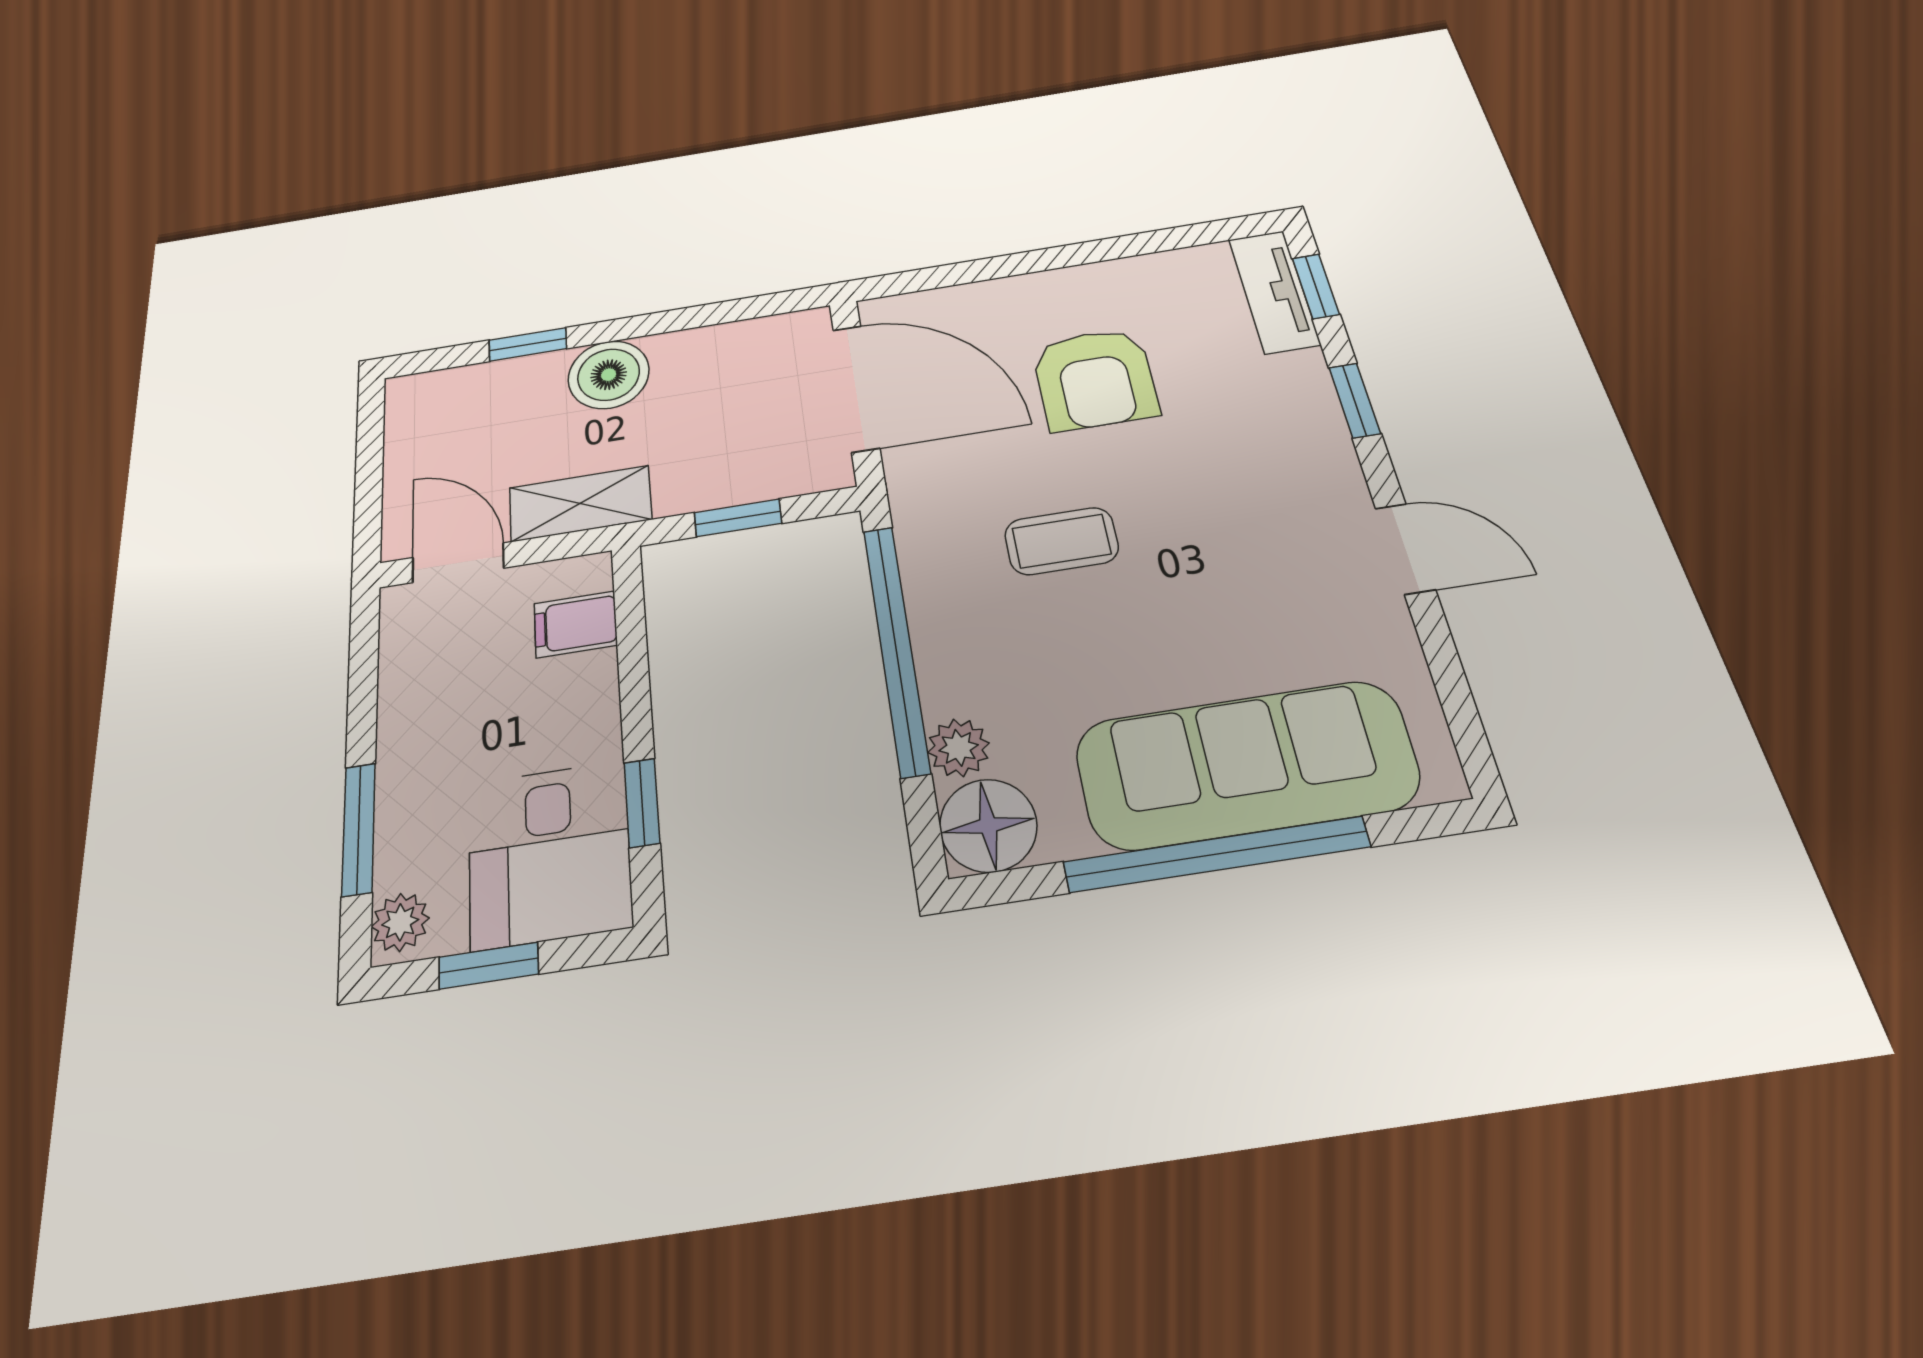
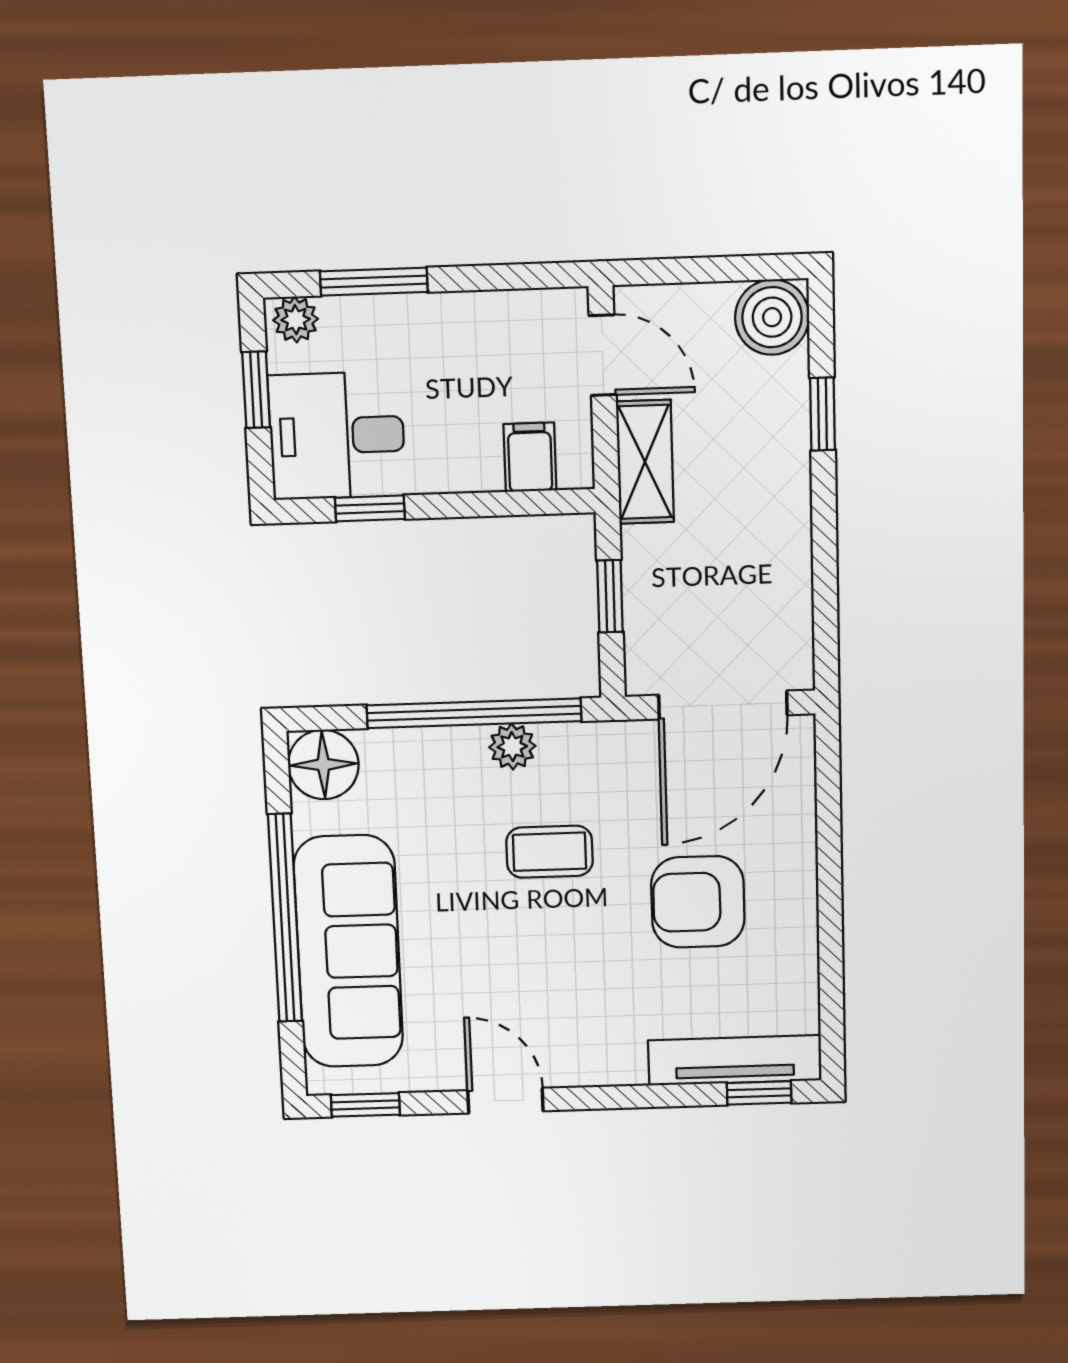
tv unit: (1274, 291) -> (735, 1060), width x1.41
boiler: (609, 375) -> (772, 317), moved
window: (1355, 400) -> (365, 1105), moved
coffee table: (1061, 541) -> (549, 852), turned 90
door: (1405, 549) -> (505, 1101), swing flipped
door: (458, 563) -> (603, 355), hinge flipped
plant: (959, 748) -> (512, 747), moved

